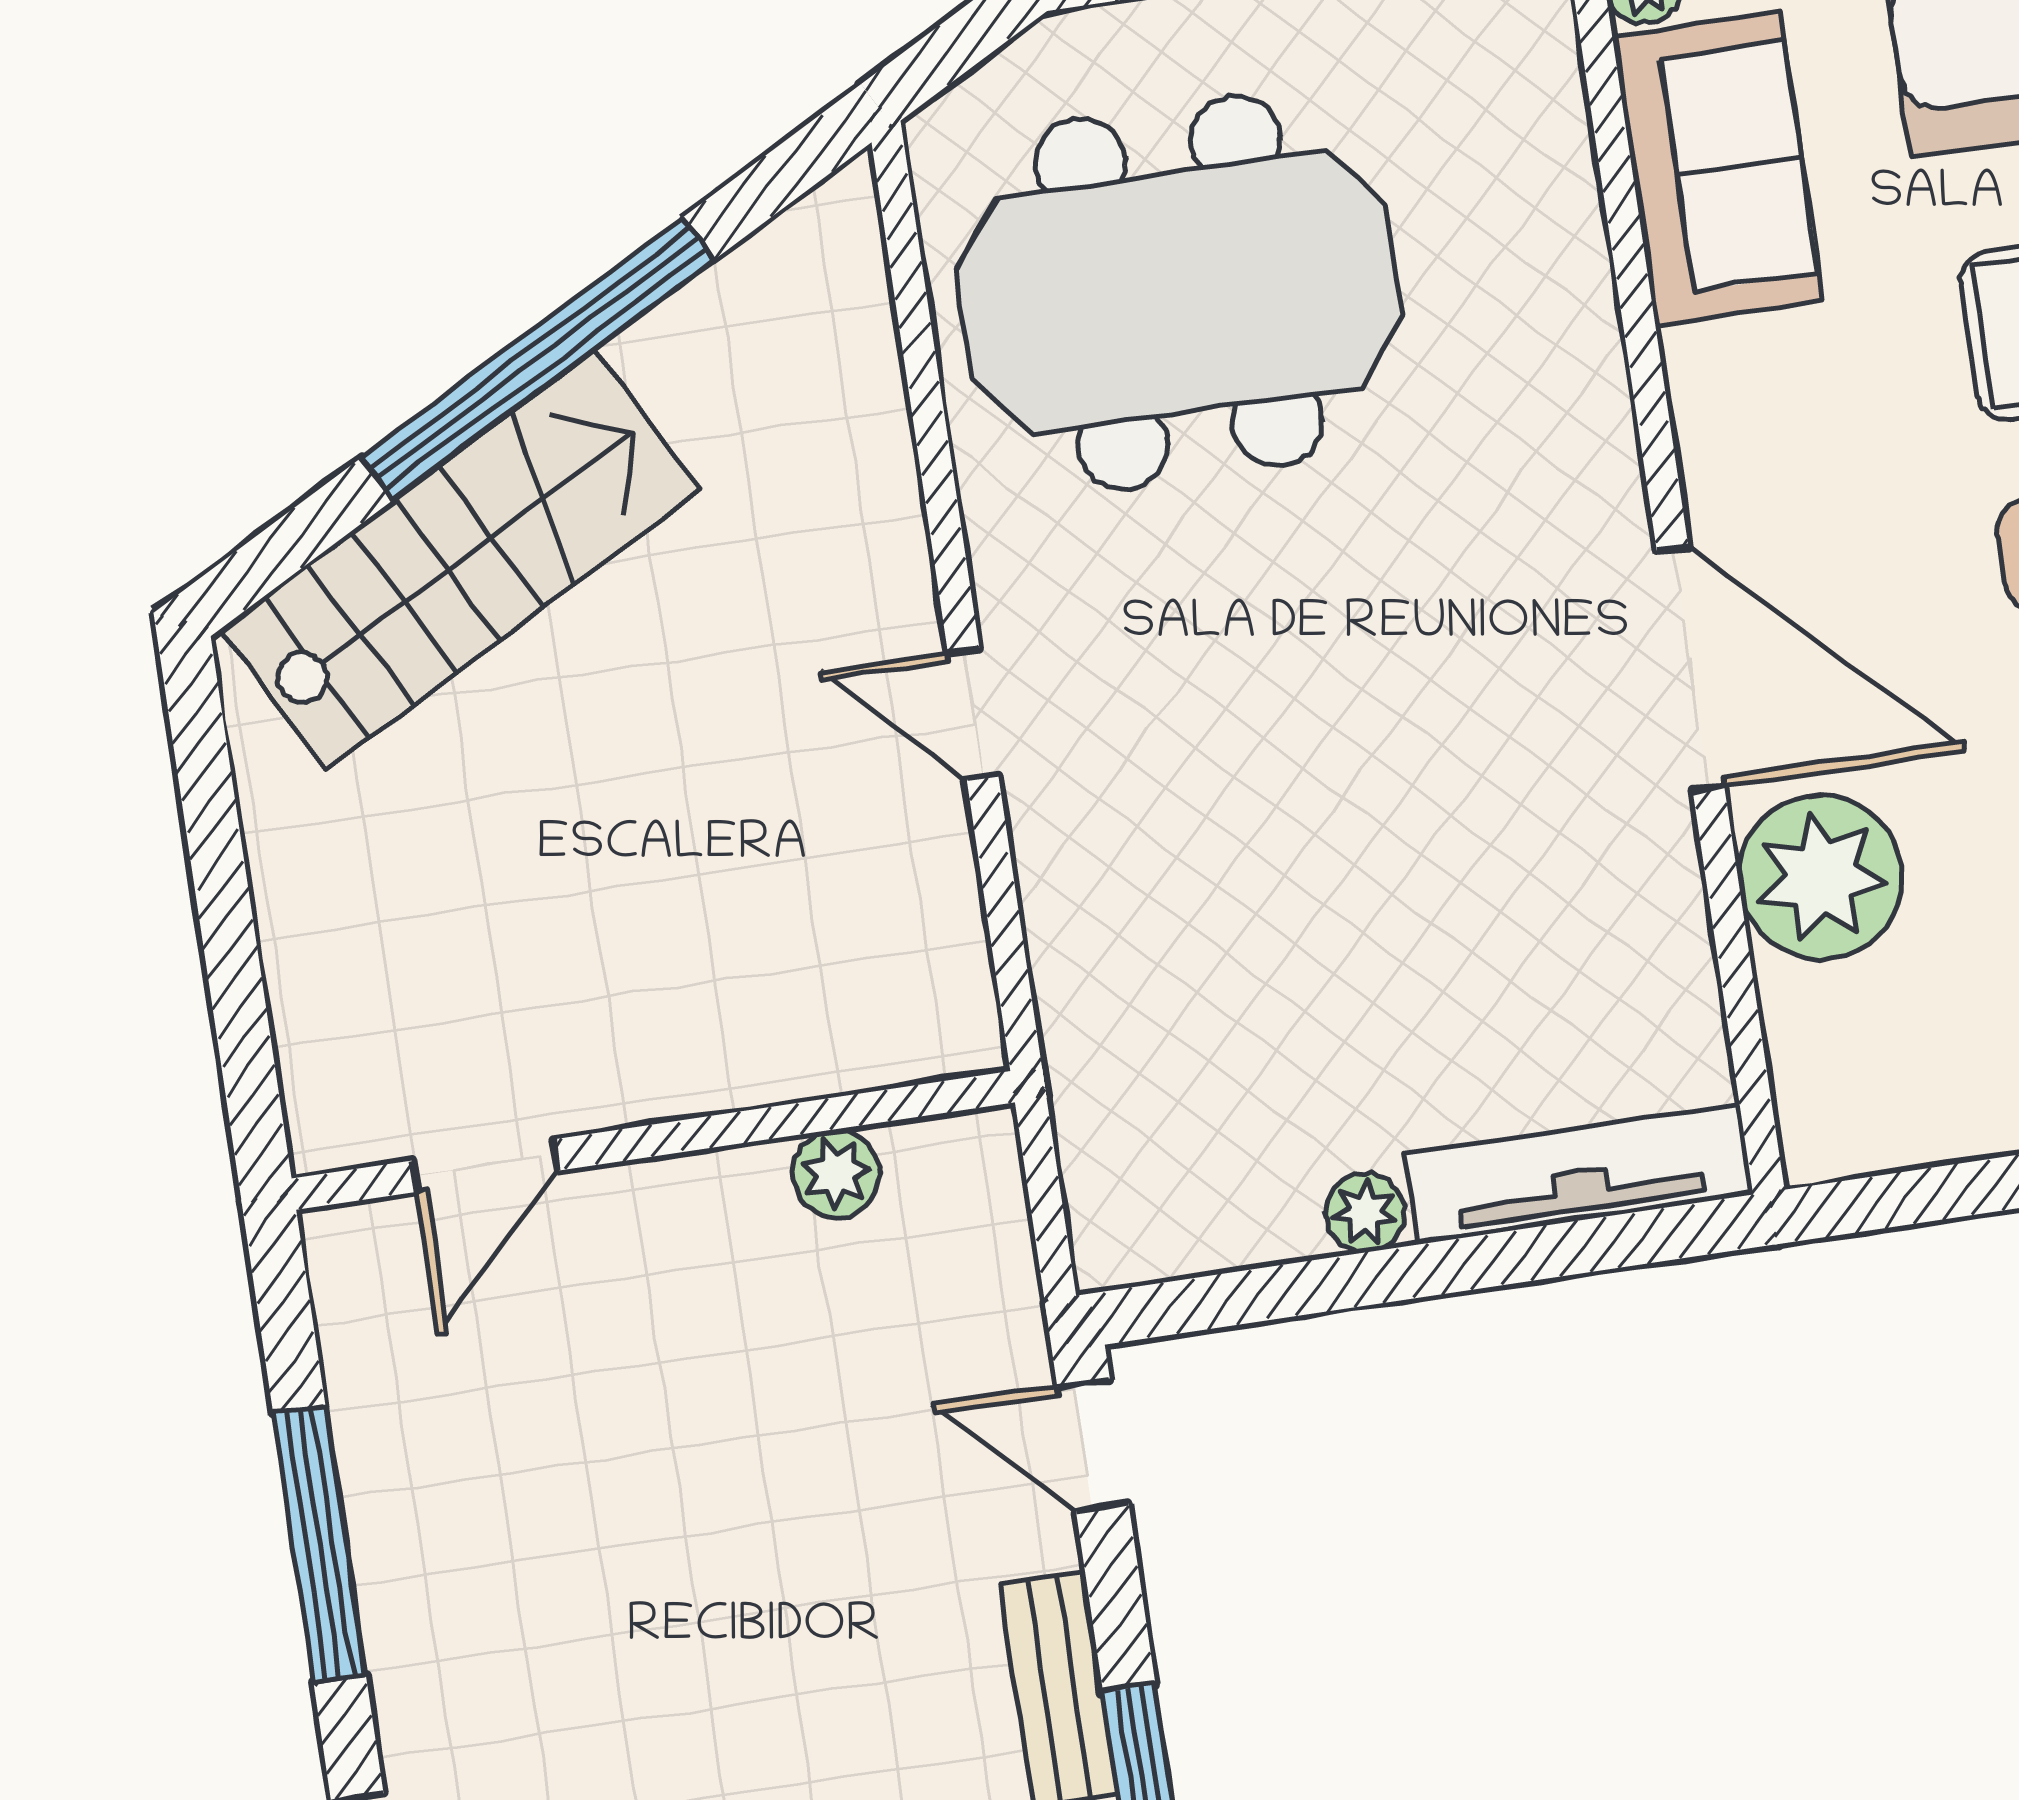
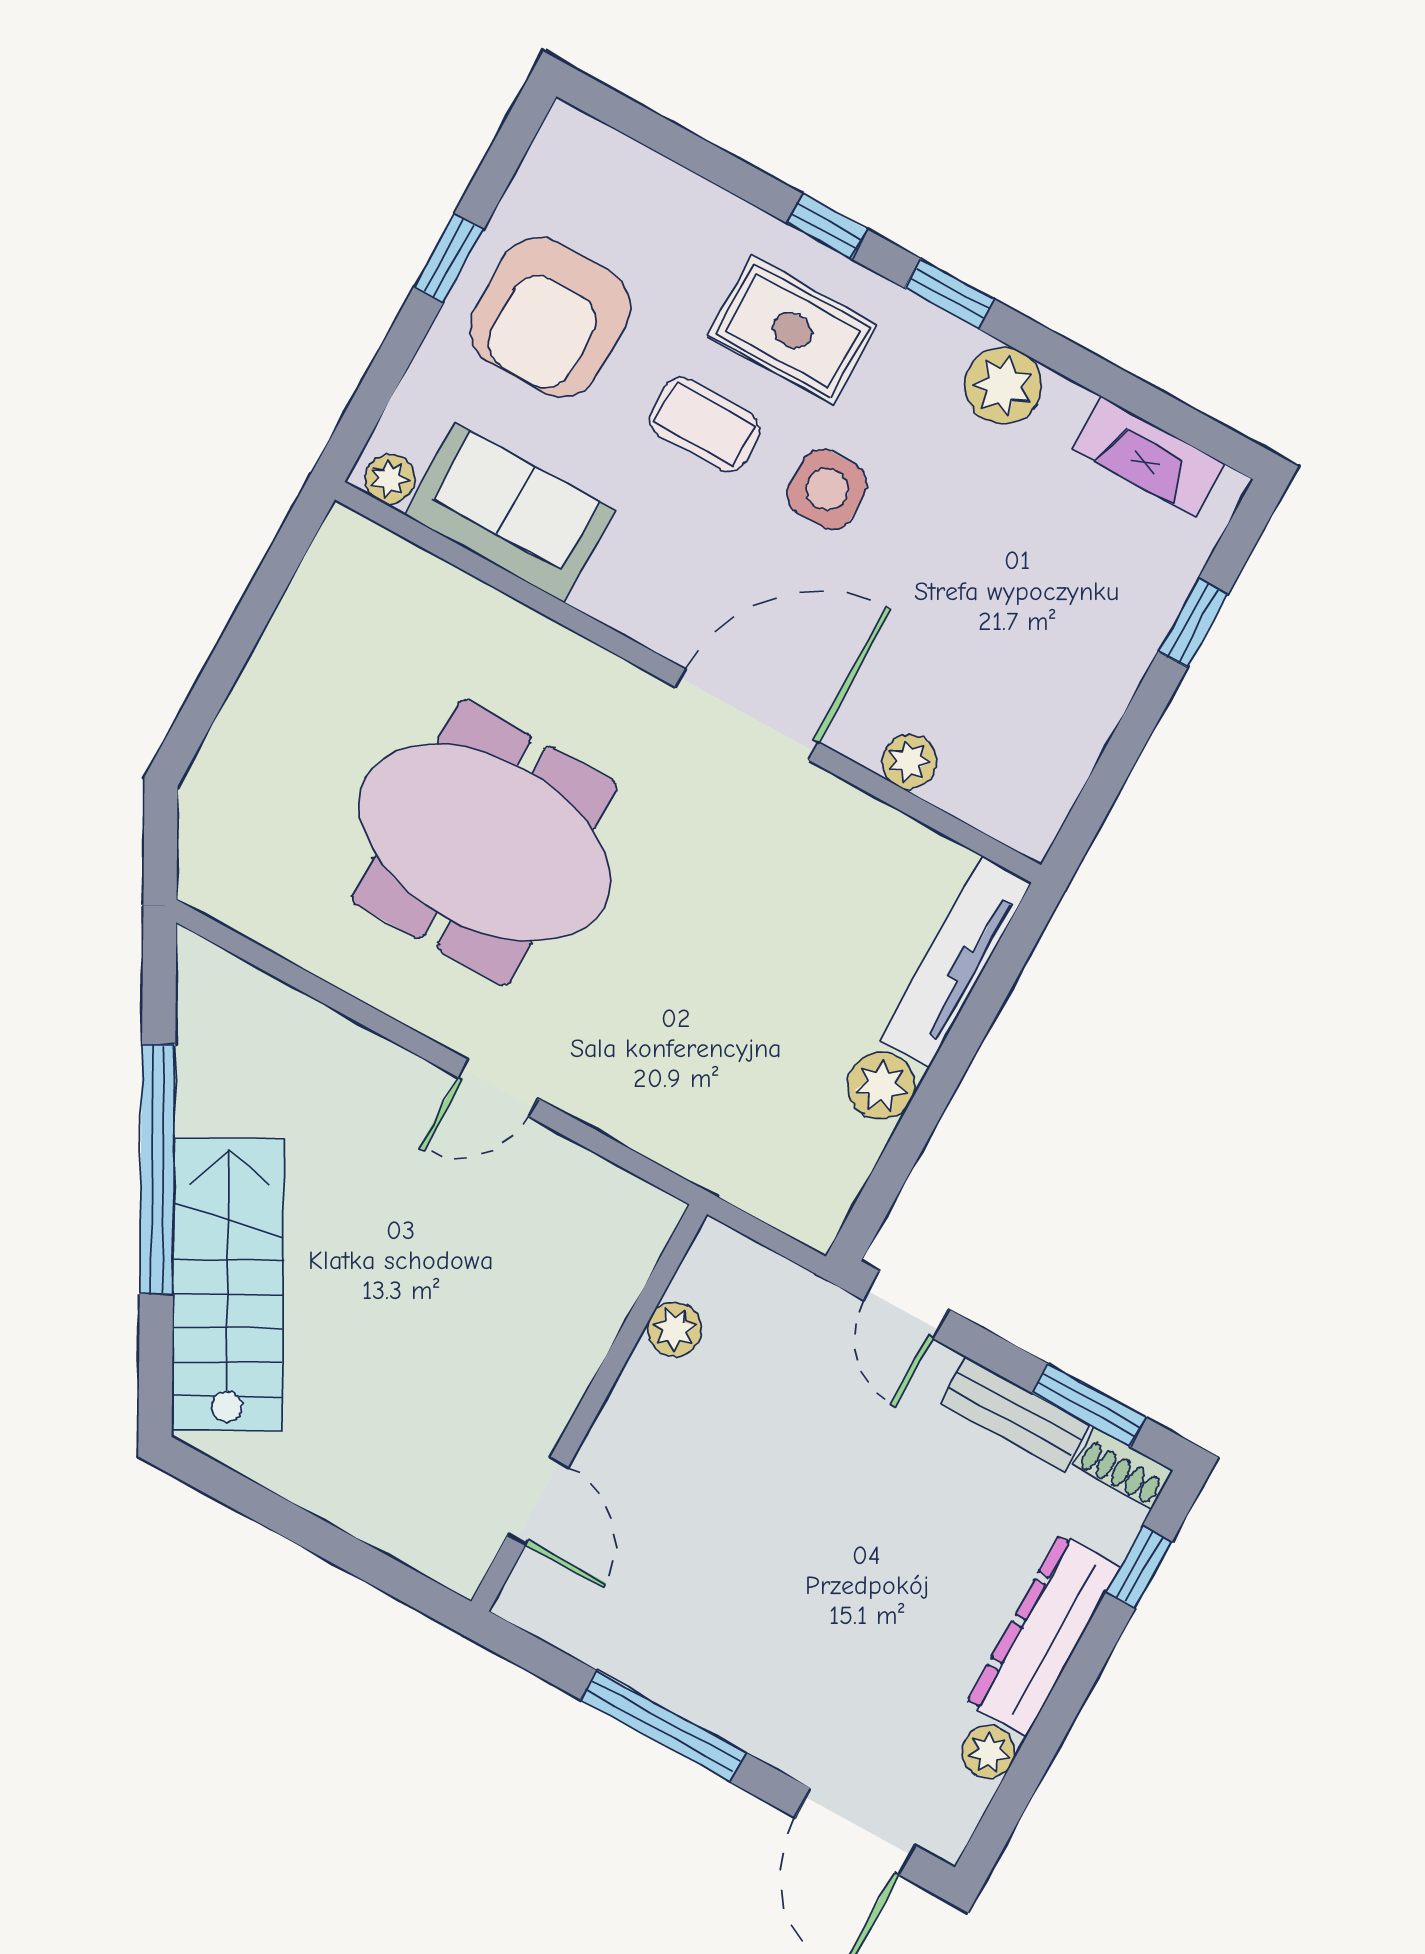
meeting table: (1179, 292) -> (484, 843), moved, turned 90
plant: (1820, 877) -> (909, 762), width x0.53, depth x0.53
plant: (1365, 1213) -> (881, 1086), width x1.38, depth x1.38
door: (1093, 1445) -> (906, 1305), hinge flipped

